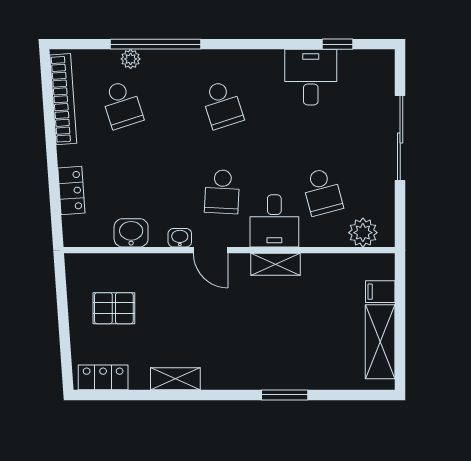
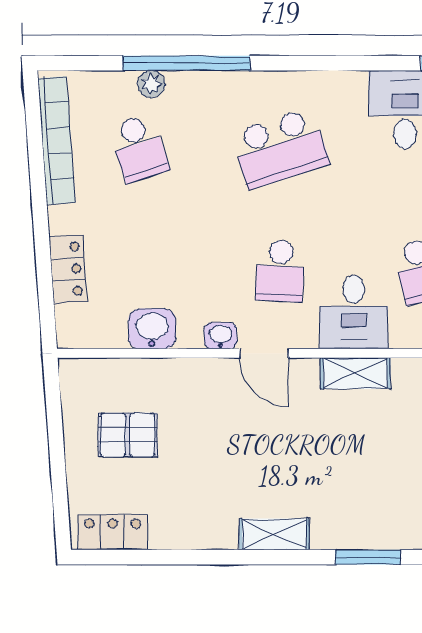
school desk: (222, 105) -> (280, 148), width x1.85
shelving: (175, 379) -> (274, 534), moved

